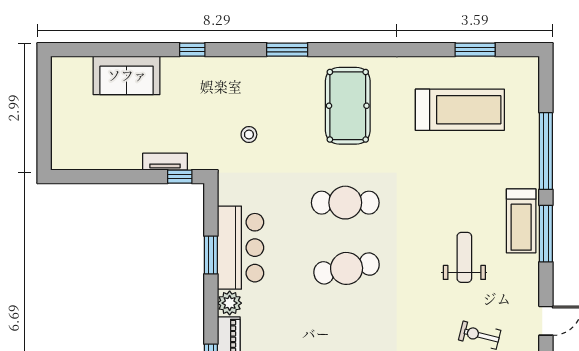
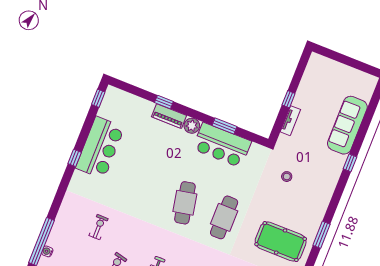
window: (287, 50) -> (322, 235), moved
sofa: (127, 75) -> (347, 125), width x1.36
window: (180, 177) -> (289, 99), moved

